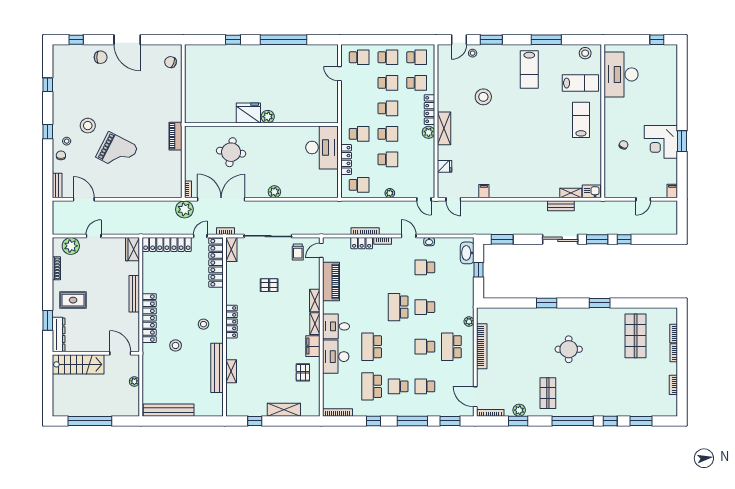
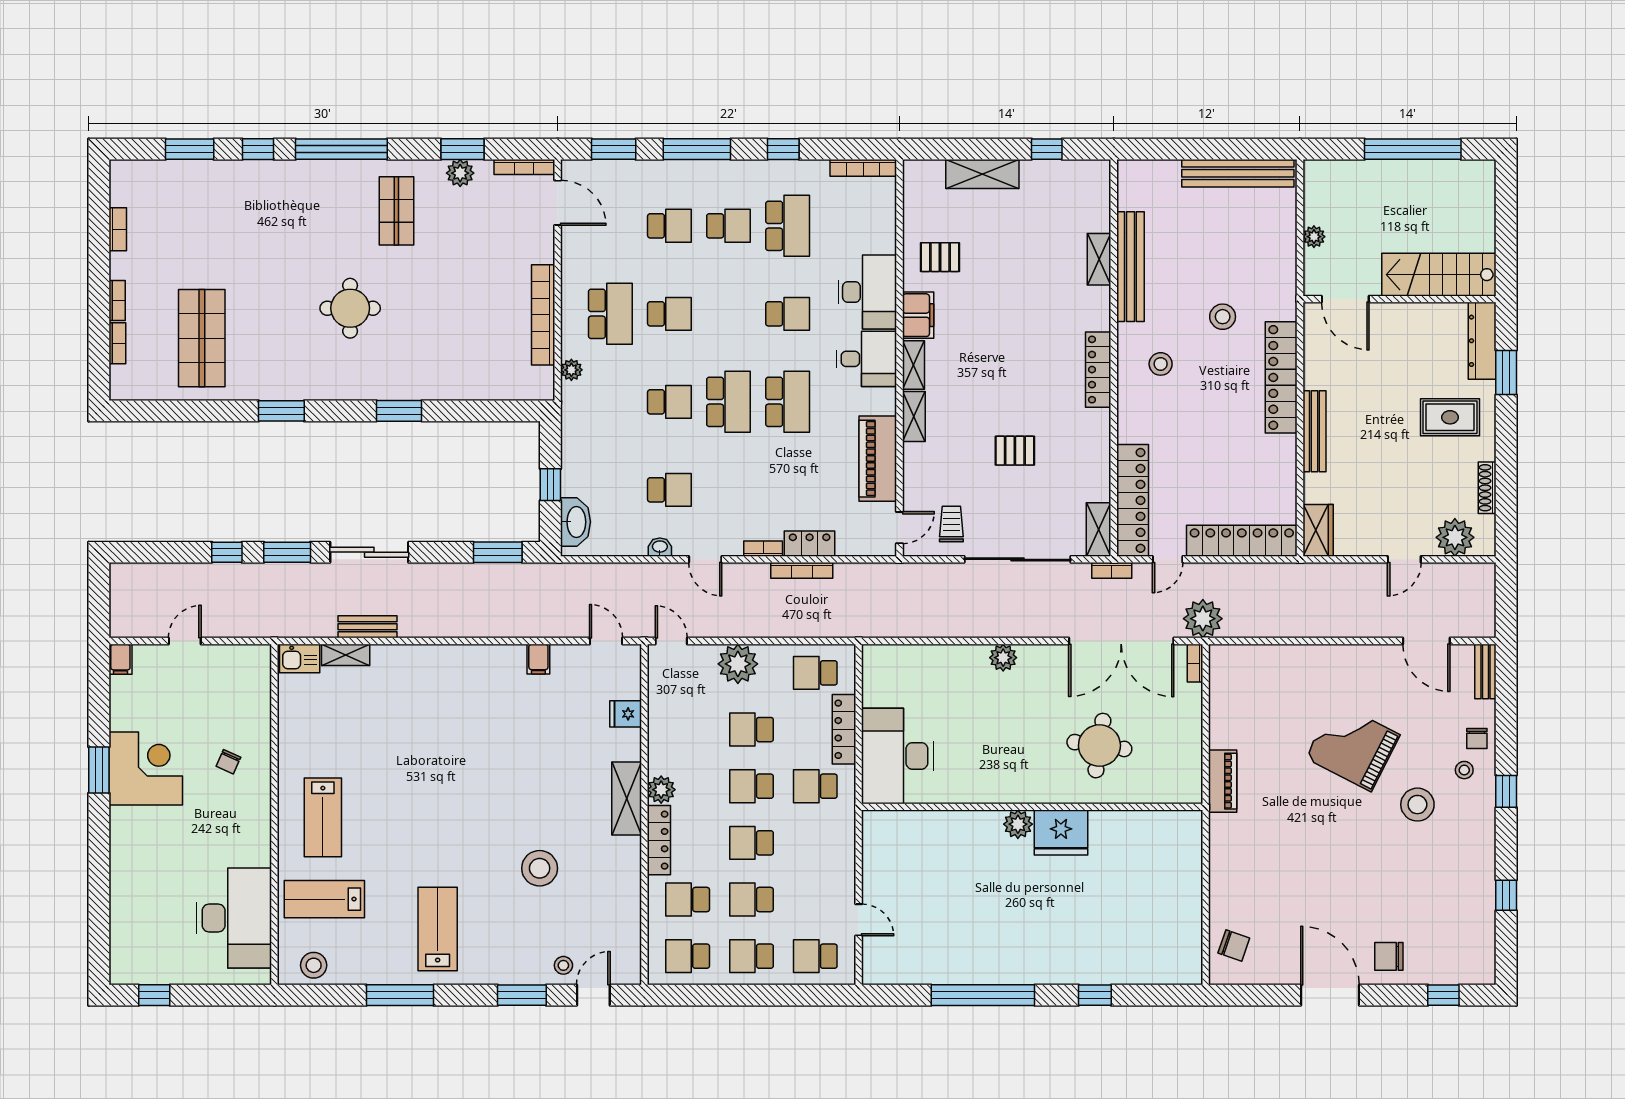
plant: (390, 193) -> (738, 664), width x1.87, depth x1.87
school desk: (372, 307) -> (788, 402), added
school desk: (372, 347) -> (788, 314), width x0.54
pallet: (303, 372) -> (940, 257), turned 90

